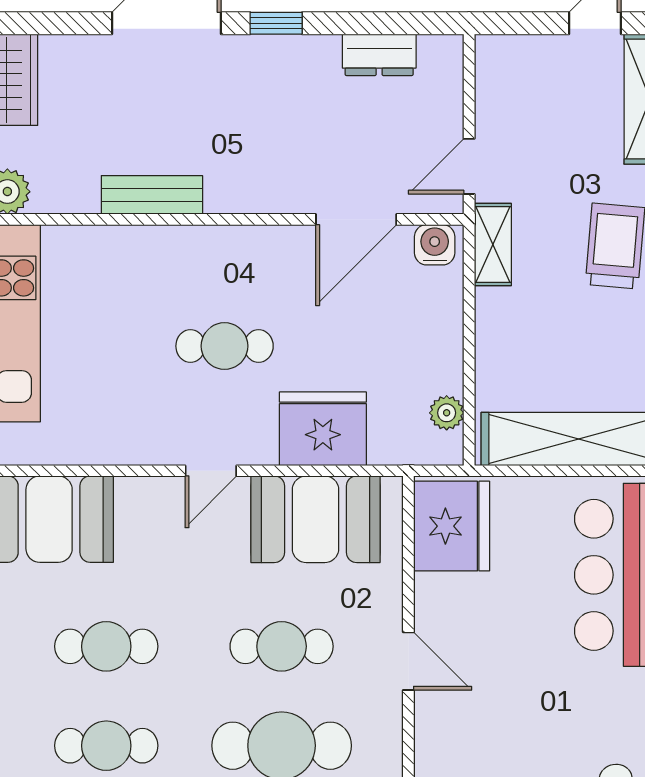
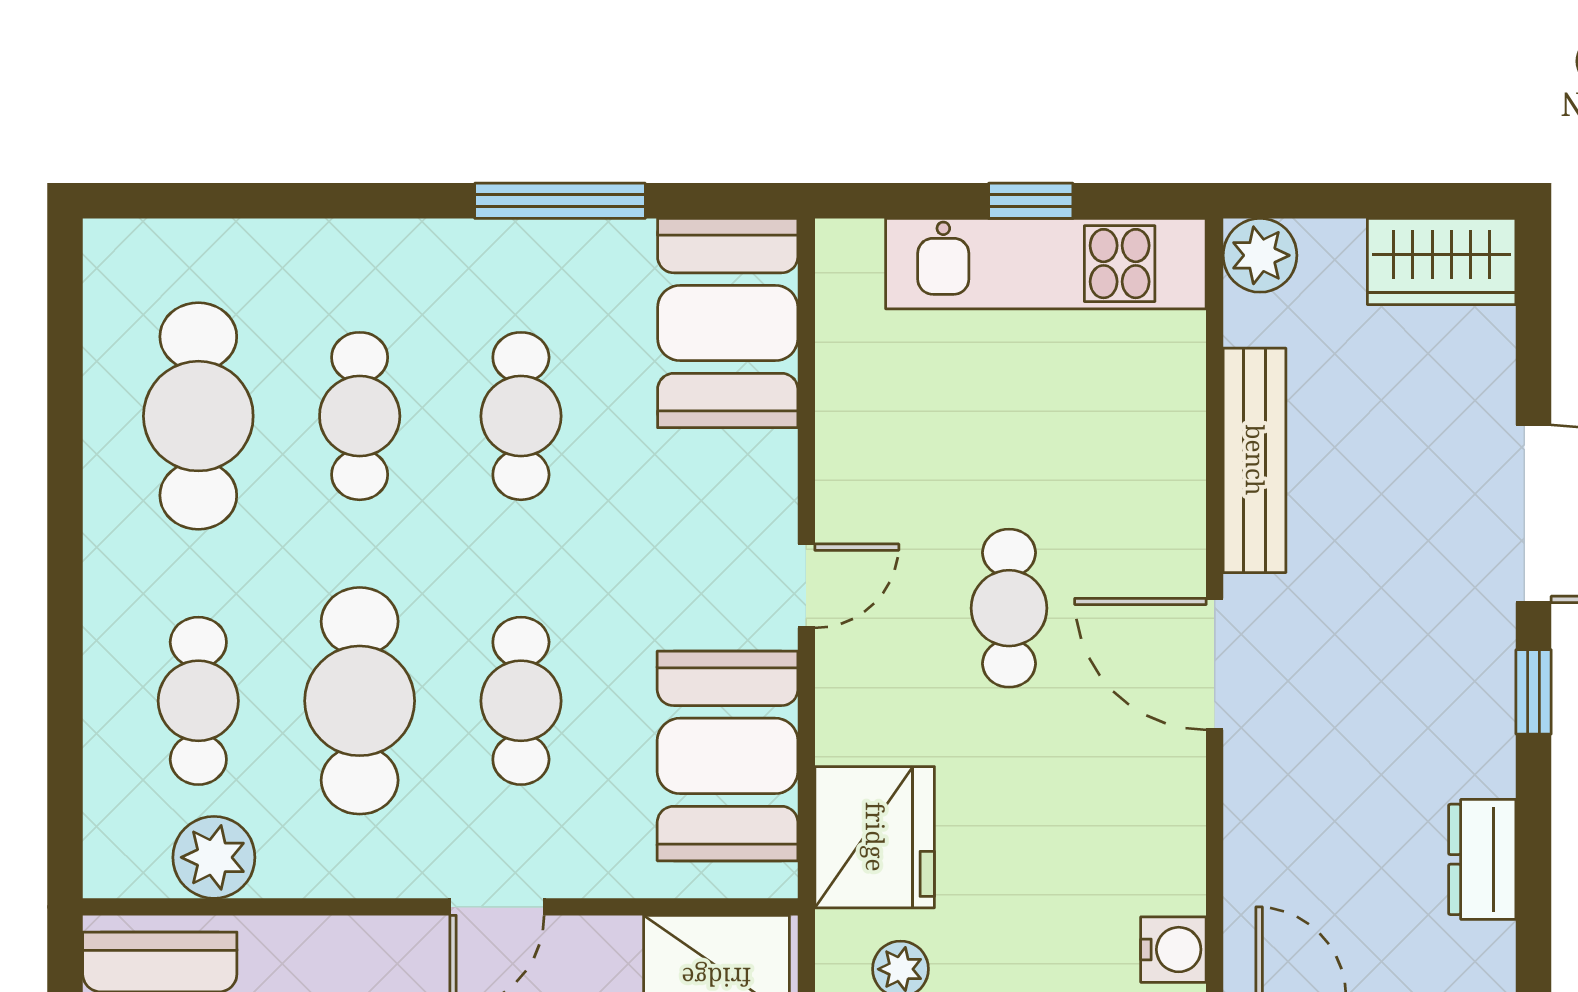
bench: (152, 195) -> (1255, 460), width x1.36
door: (356, 219) -> (1215, 664), moved
fridge: (323, 429) -> (875, 837), moved
door: (211, 471) -> (806, 586), swing flipped

